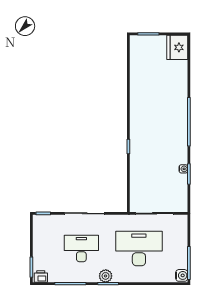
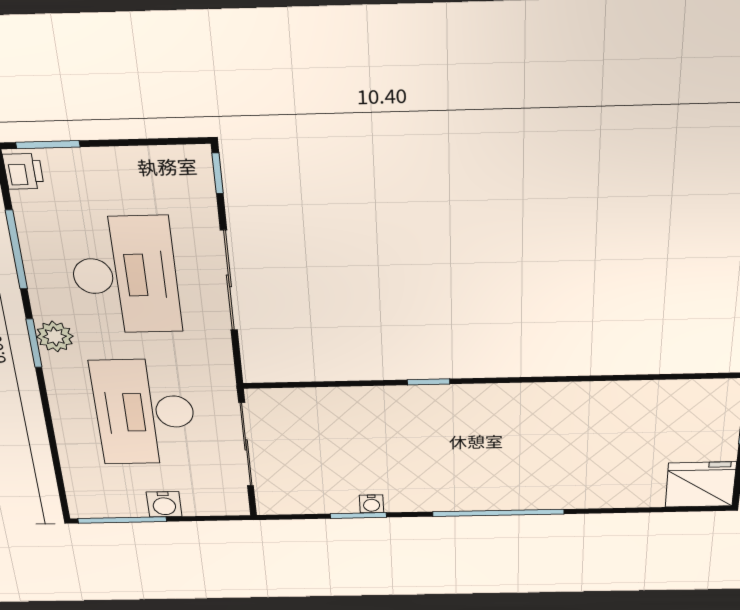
desk: (81, 248) -> (125, 275), width x1.36, depth x1.30
desk: (139, 248) -> (145, 412), turned 180
water cooler: (182, 275) -> (164, 504), moved

